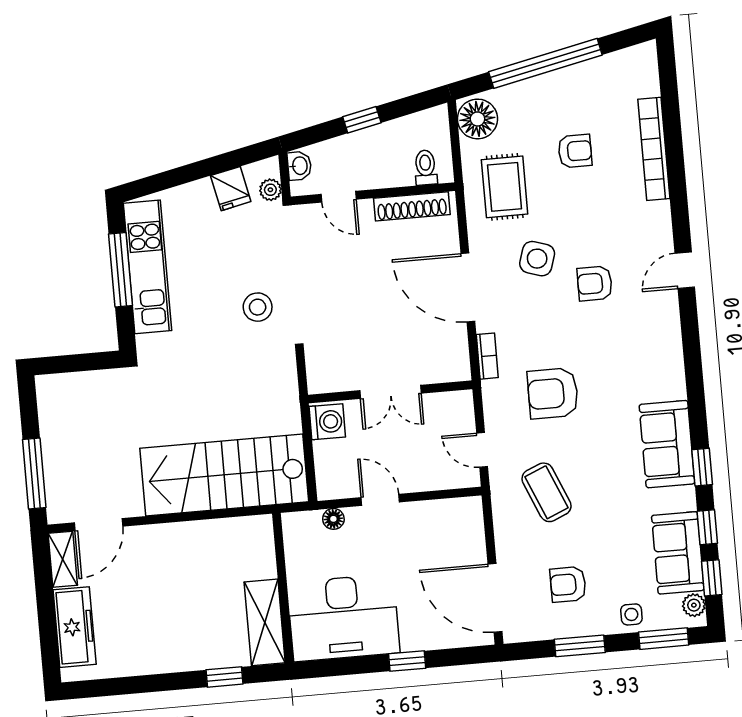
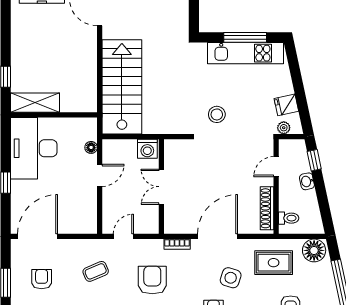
window: (362, 120) -> (314, 160), moved
washbasin: (299, 166) -> (307, 181), moved, turned 78
coffee table: (547, 492) -> (96, 271), width x0.73, depth x0.77

